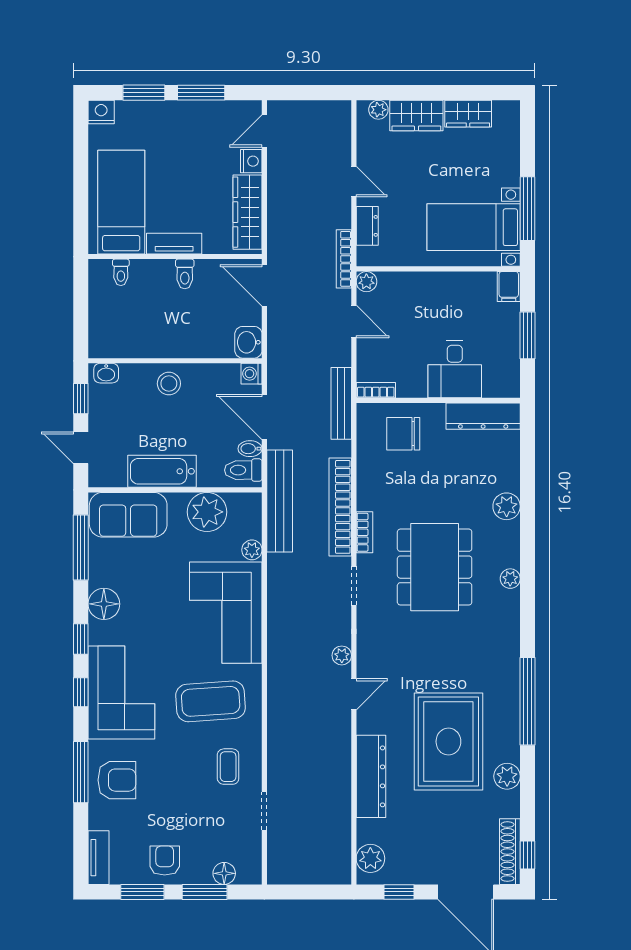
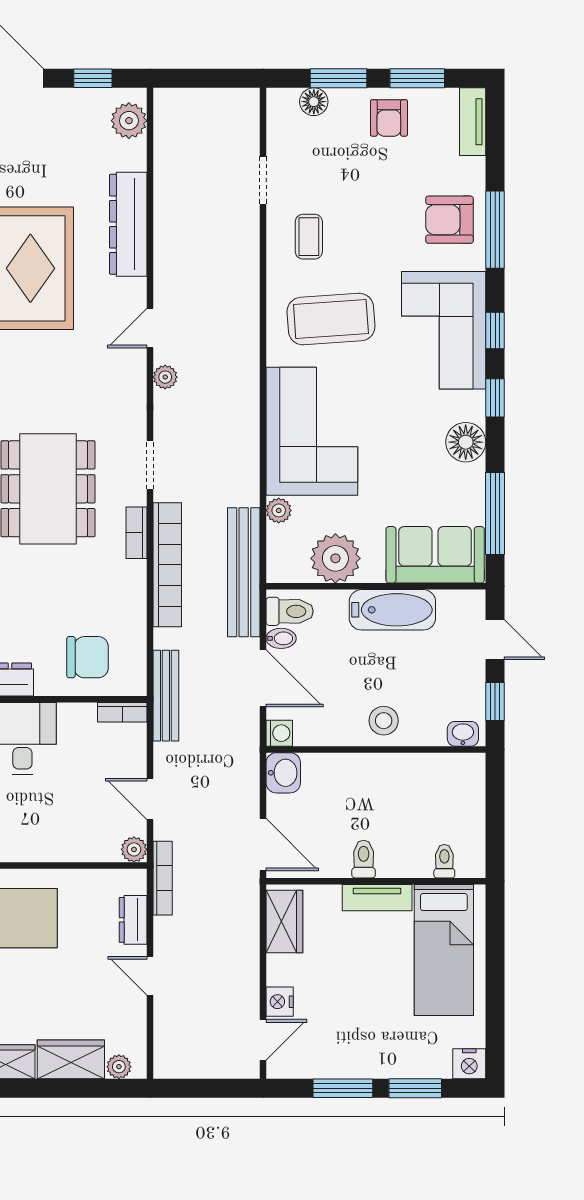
wardrobe: (248, 212) -> (284, 922), width x0.67

